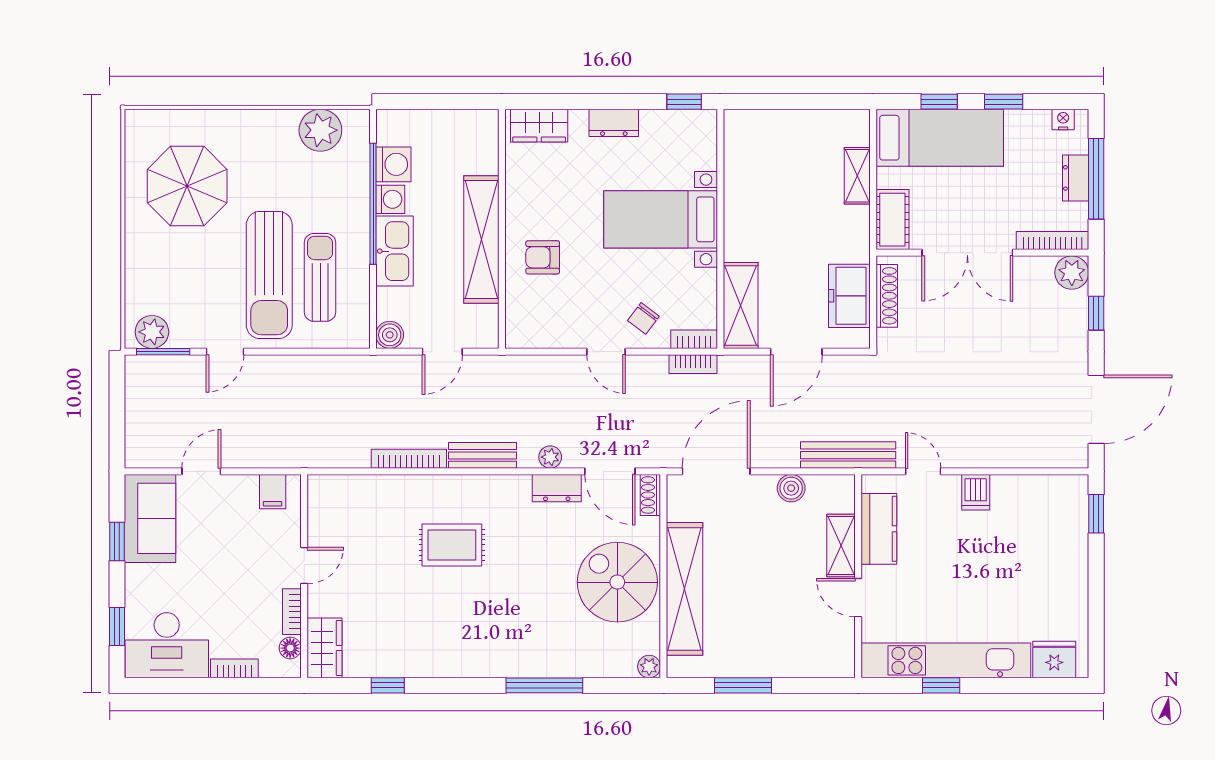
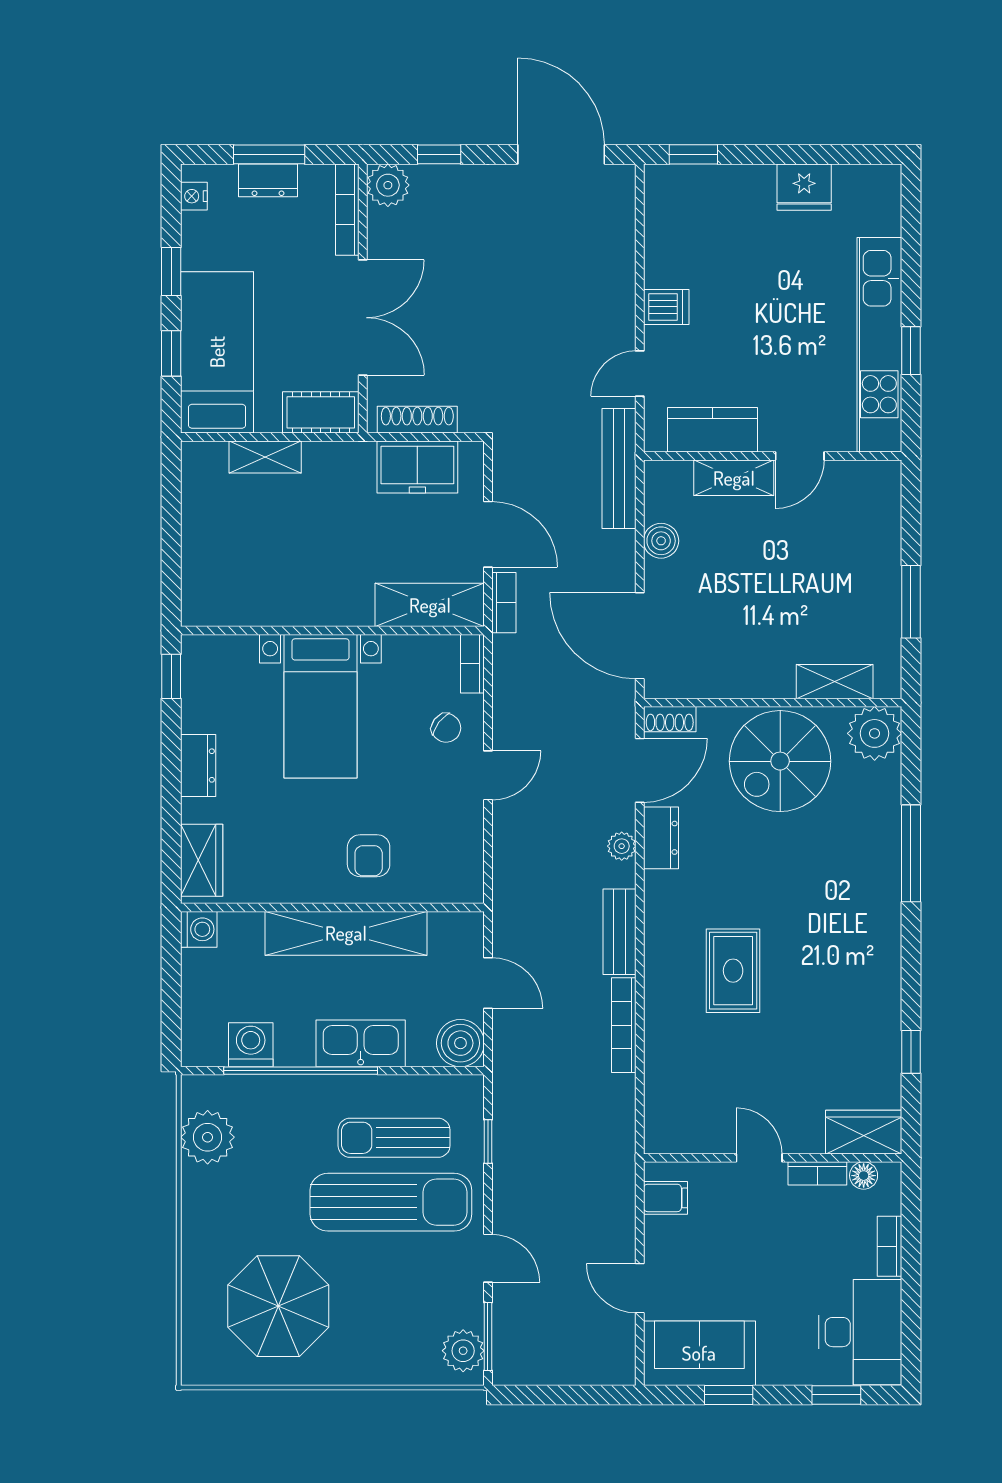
window: (1096, 179) -> (269, 154), width x0.69
washing machine: (390, 199) -> (199, 929), moved, turned 90
boiler: (390, 335) -> (460, 1043), width x1.36, depth x1.36
window: (317, 352) -> (488, 1142), added
bookcase: (693, 364) -> (504, 603), moved
shelving: (685, 589) -> (835, 682), width x0.45, depth x0.75
fridge: (1054, 660) -> (804, 187), moved, turned -90
plant: (649, 667) -> (875, 733), width x1.88, depth x1.88

